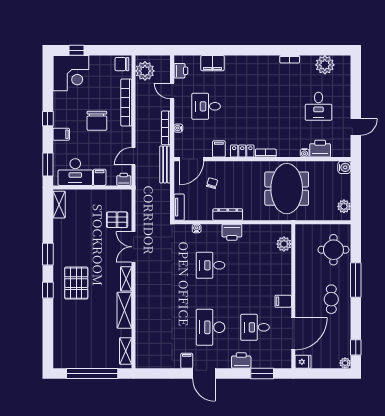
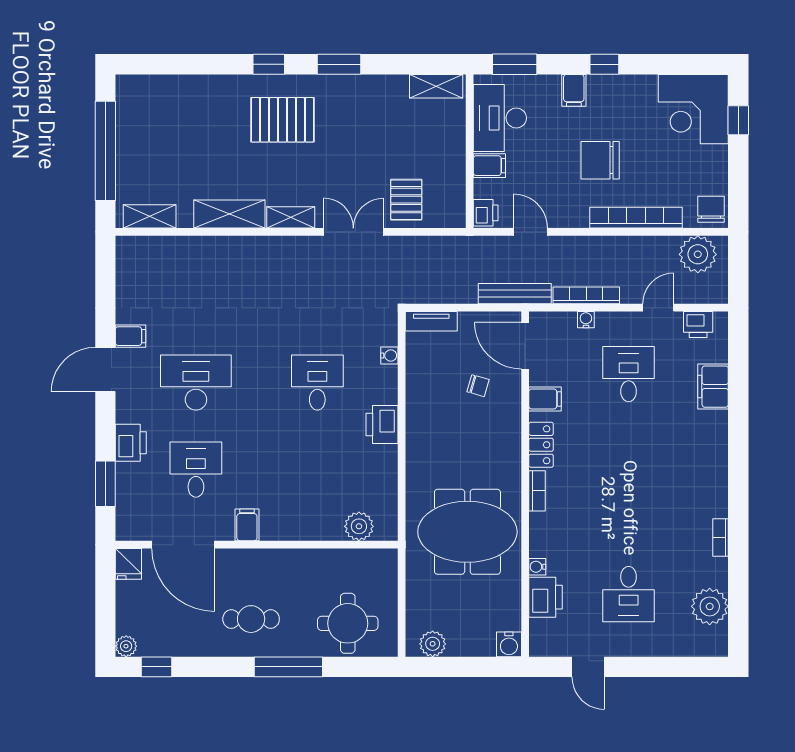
desk: (319, 106) -> (629, 594), turned -90
dresser: (228, 214) -> (417, 416), removed

